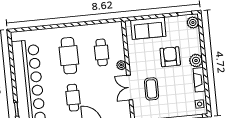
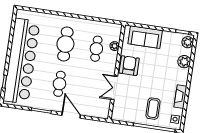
armchair: (170, 57) -> (129, 66), moved
plant: (196, 61) -> (184, 62), moved
plant: (121, 65) -> (115, 46), moved
coffee table: (152, 89) -> (153, 109), moved

